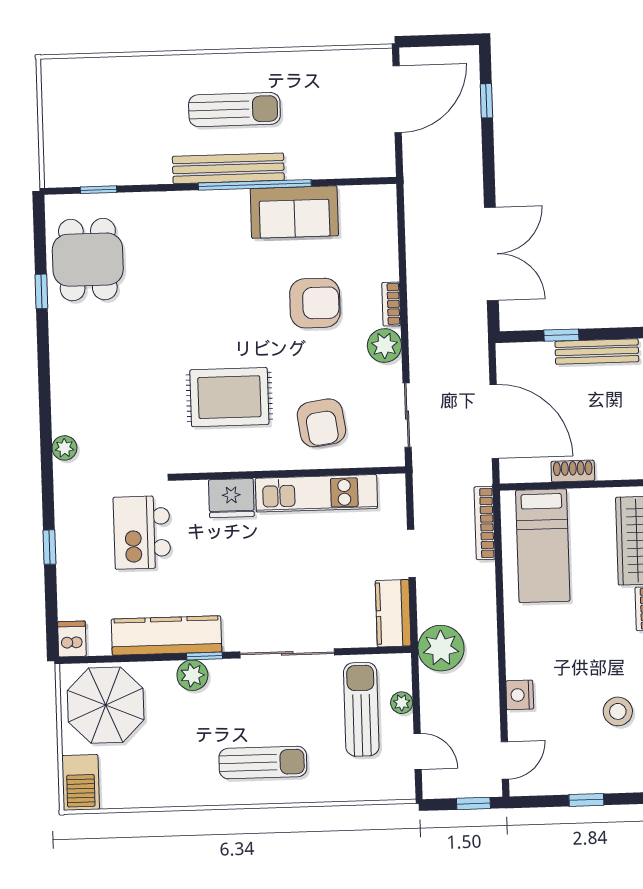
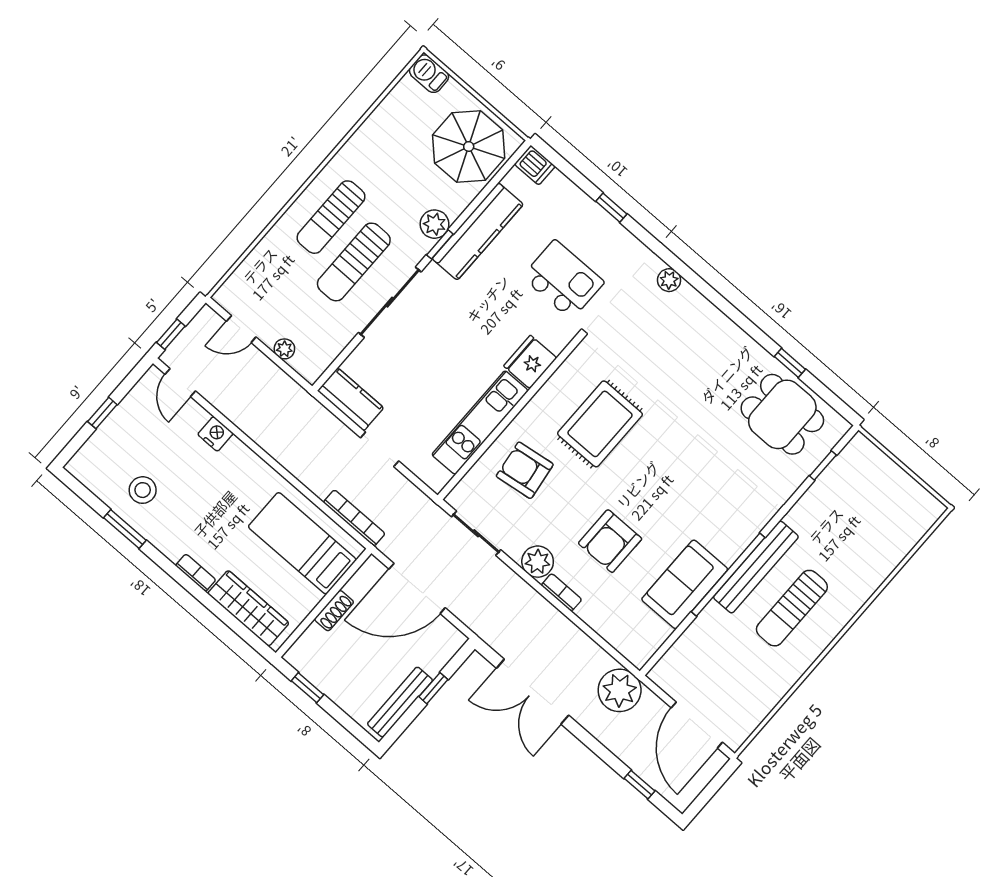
plant: (441, 648) -> (620, 690), moved
sun lounger: (361, 709) -> (354, 262), moved, turned 90
barbecue: (81, 782) -> (429, 74), width x0.73, depth x0.79

